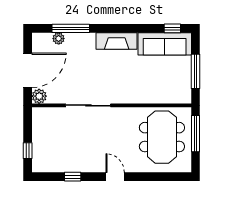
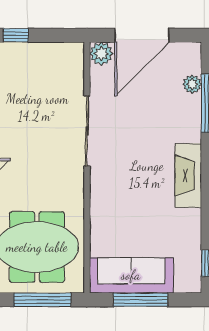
sofa: (165, 44) -> (131, 275), moved, turned 90
door: (28, 70) -> (142, 35), hinge flipped

